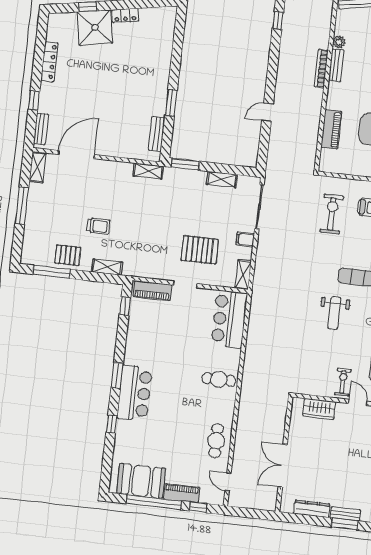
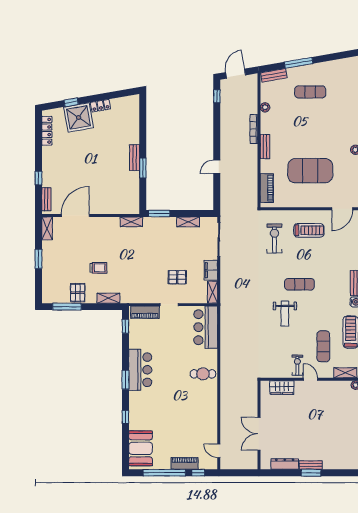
locker: (49, 62) -> (47, 131), moved
bench: (336, 65) -> (265, 147), moved
piano: (331, 129) -> (267, 188), moved
bench: (157, 134) -> (135, 158), moved
window: (22, 205) -> (39, 259), width x0.69
filing cabinet: (245, 239) -> (211, 270), width x2.00
pallet: (200, 250) -> (177, 277), width x0.67, depth x0.71
pallet: (68, 255) -> (78, 293), turned 90
bar counter: (135, 393) -> (140, 370), moved
cafe table: (216, 441) -> (206, 421), removed
booth: (141, 481) -> (141, 448), moved, turned 90

